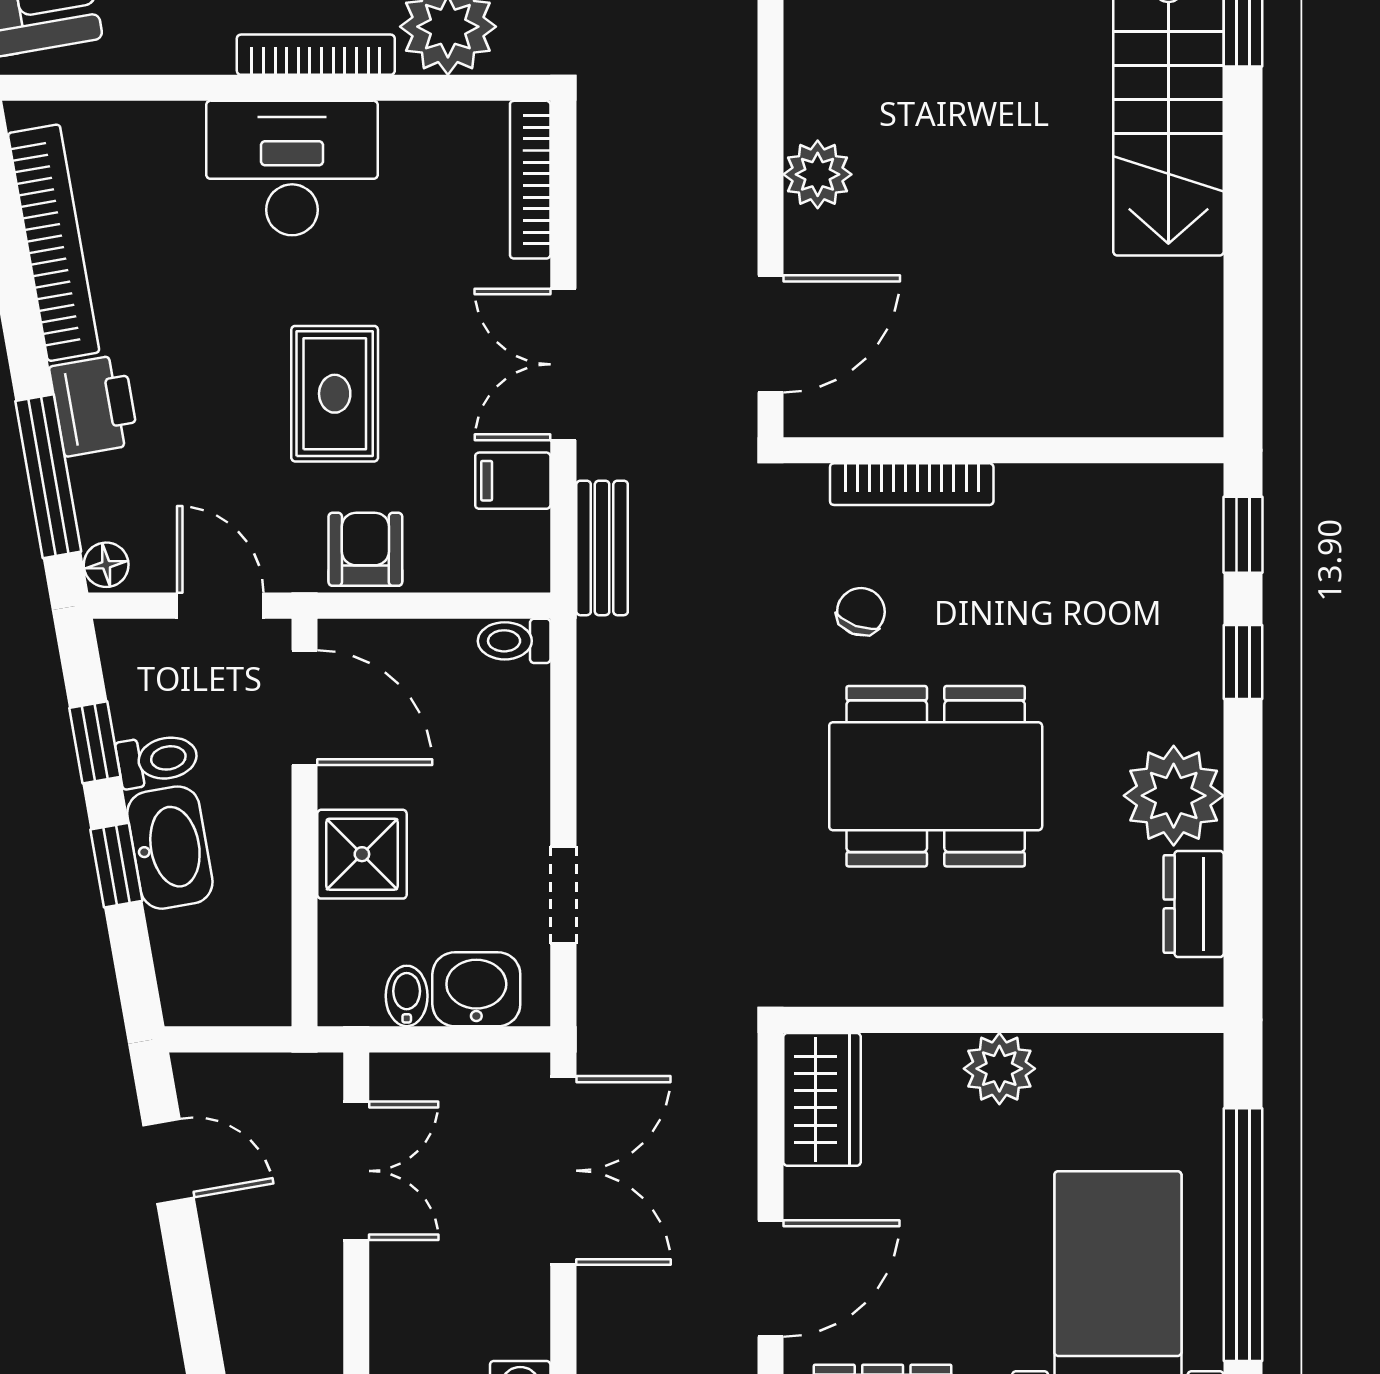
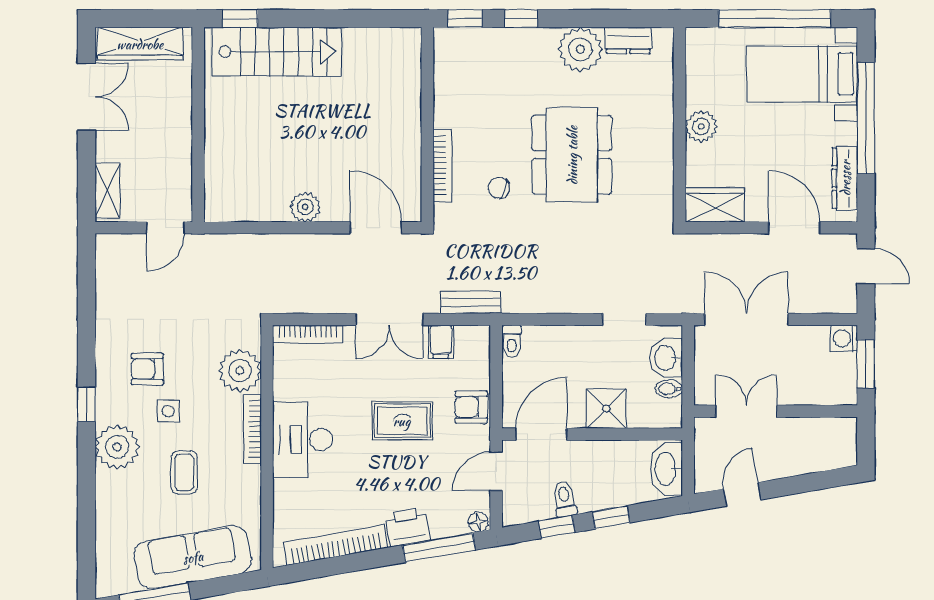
washbasin: (170, 848) -> (666, 469), moved, turned -80

